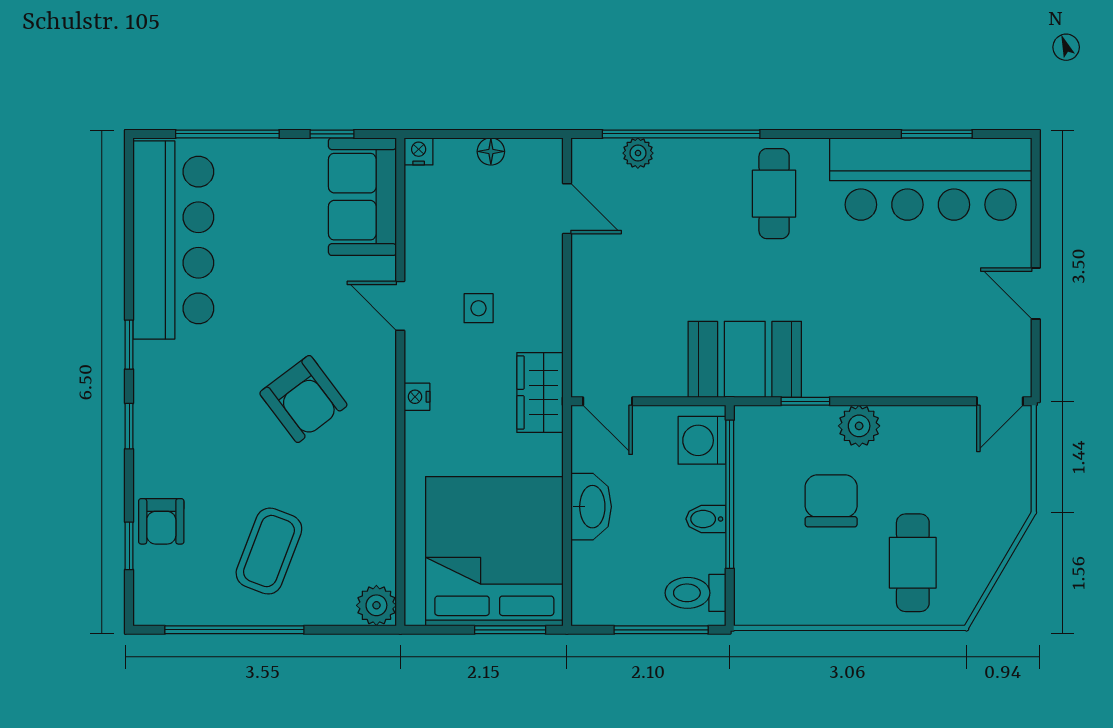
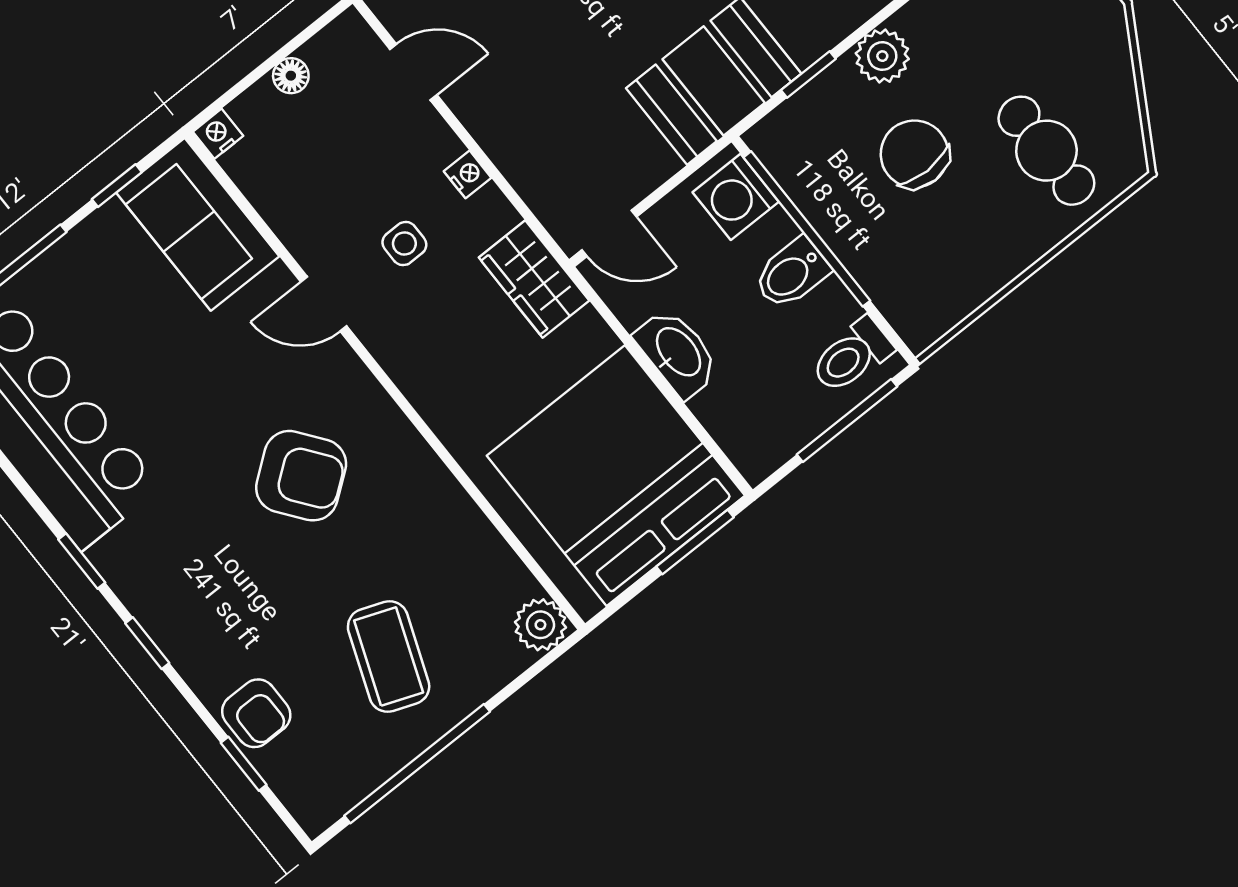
nightstand: (417, 397) -> (468, 174), moved, turned 180
bidet: (706, 519) -> (791, 274), width x1.38, depth x1.36

